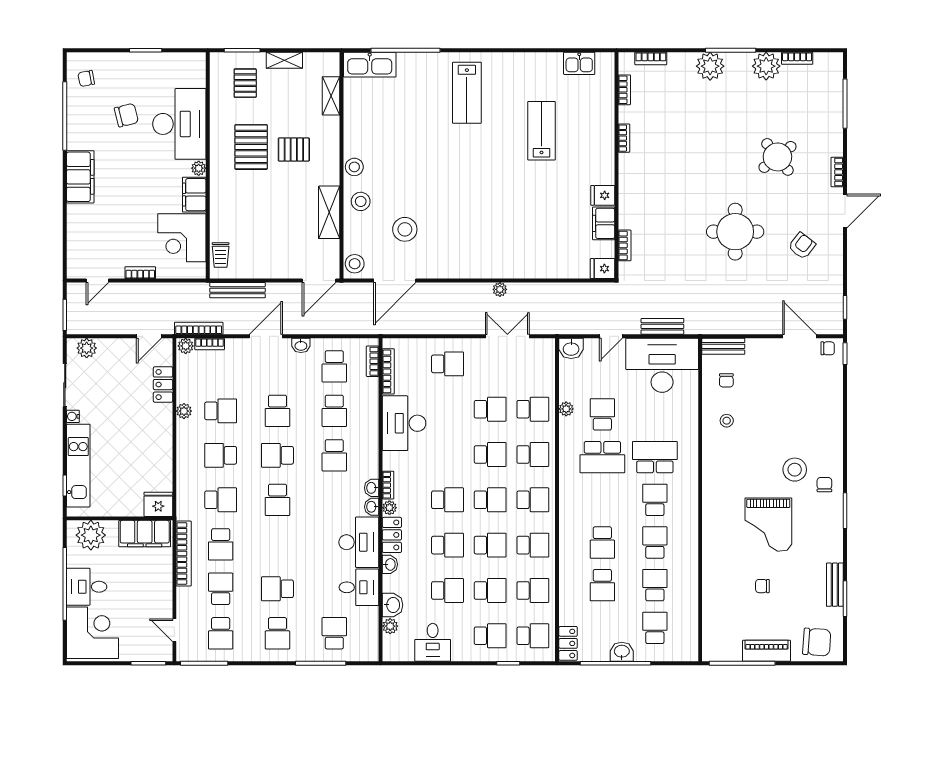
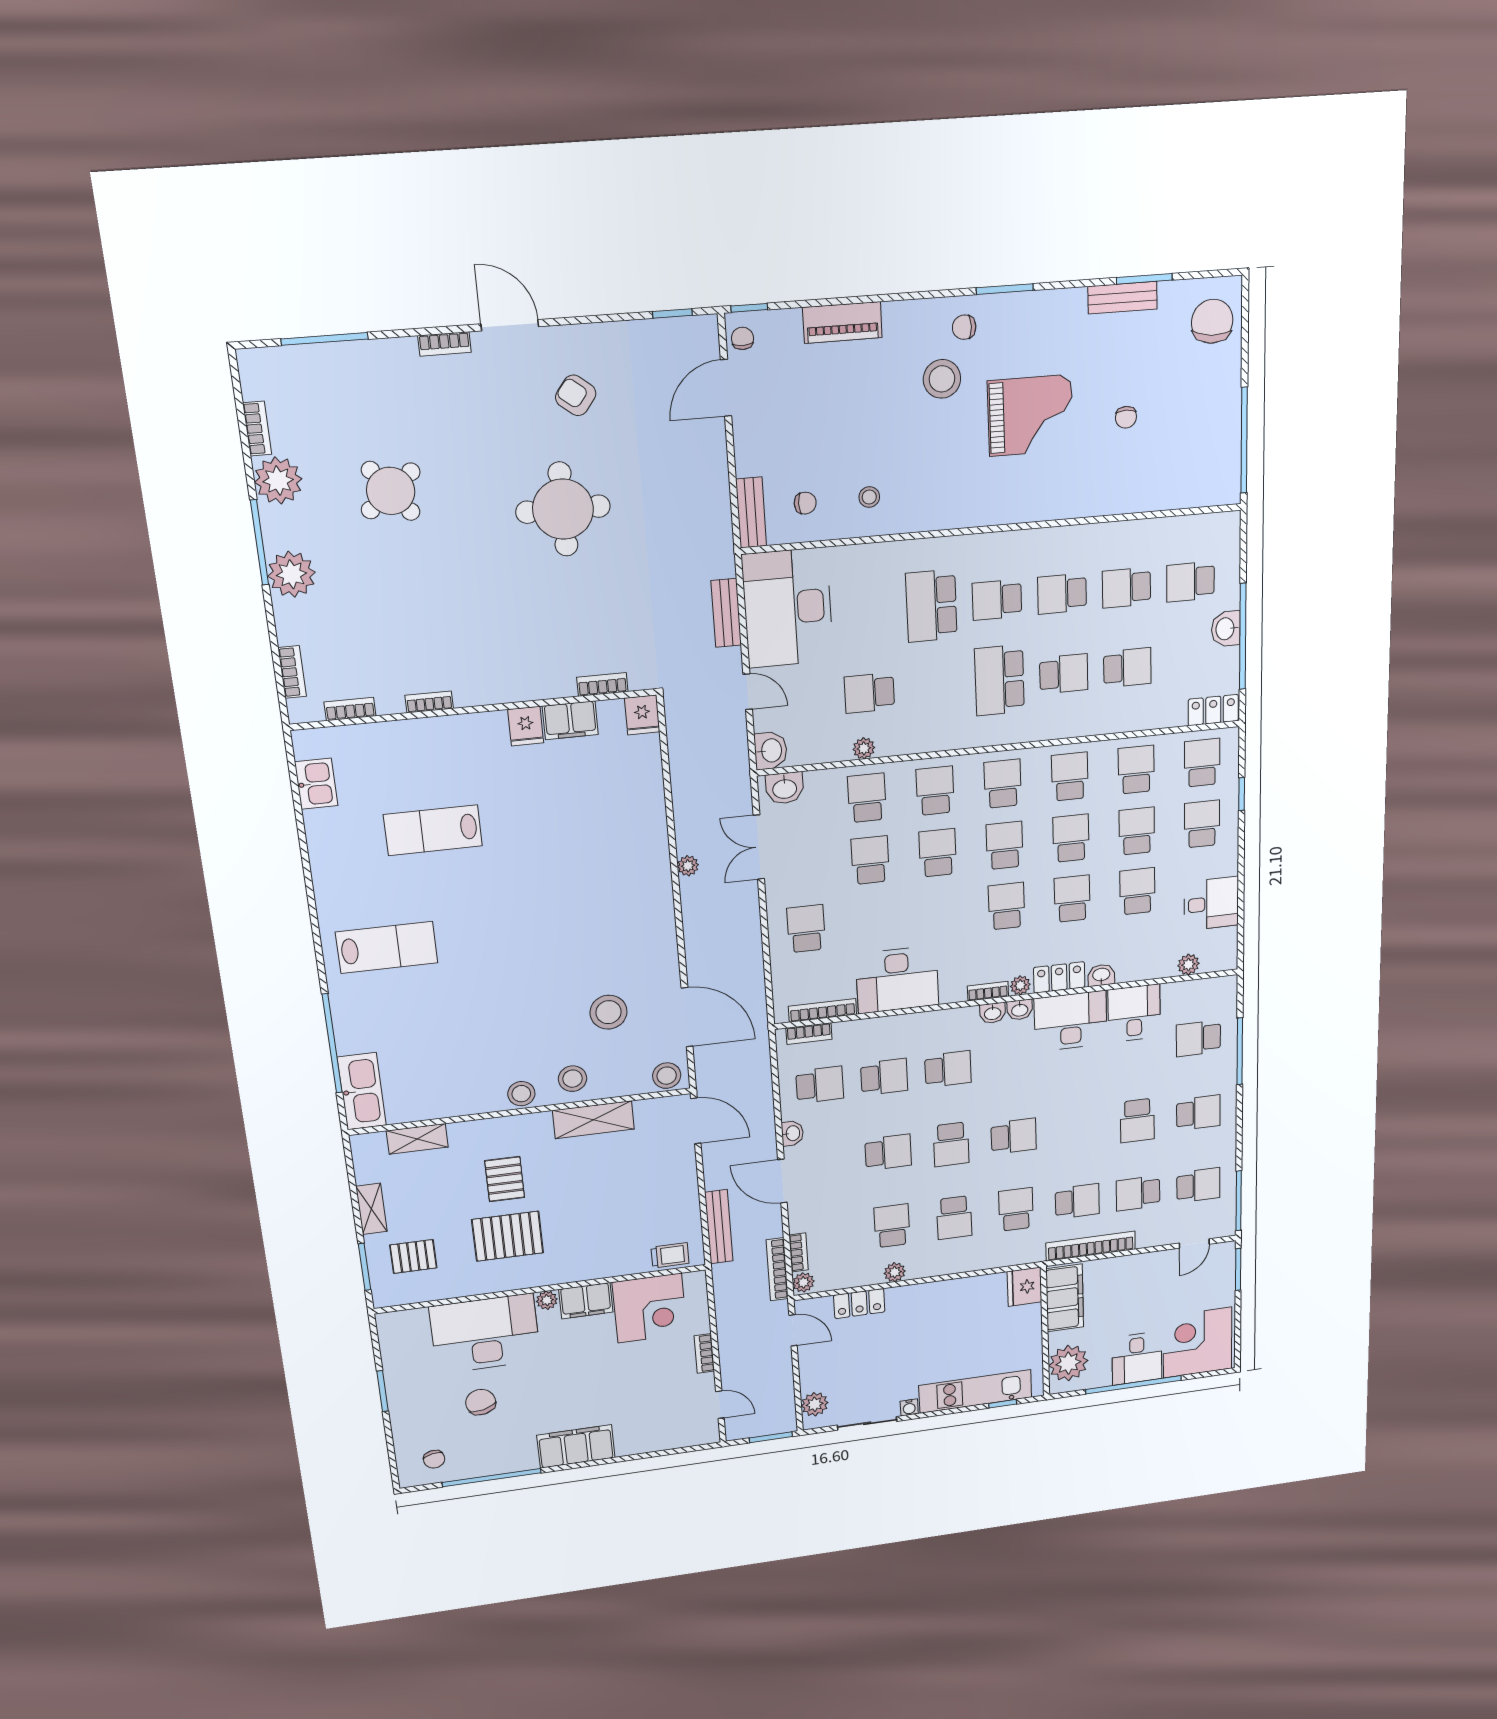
round table: (777, 157) -> (391, 491), moved
school desk: (602, 457) -> (999, 680), moved, turned 180
washbasin: (393, 605) -> (785, 788), moved, turned 180
piano: (766, 651) -> (842, 322), moved, turned -90

